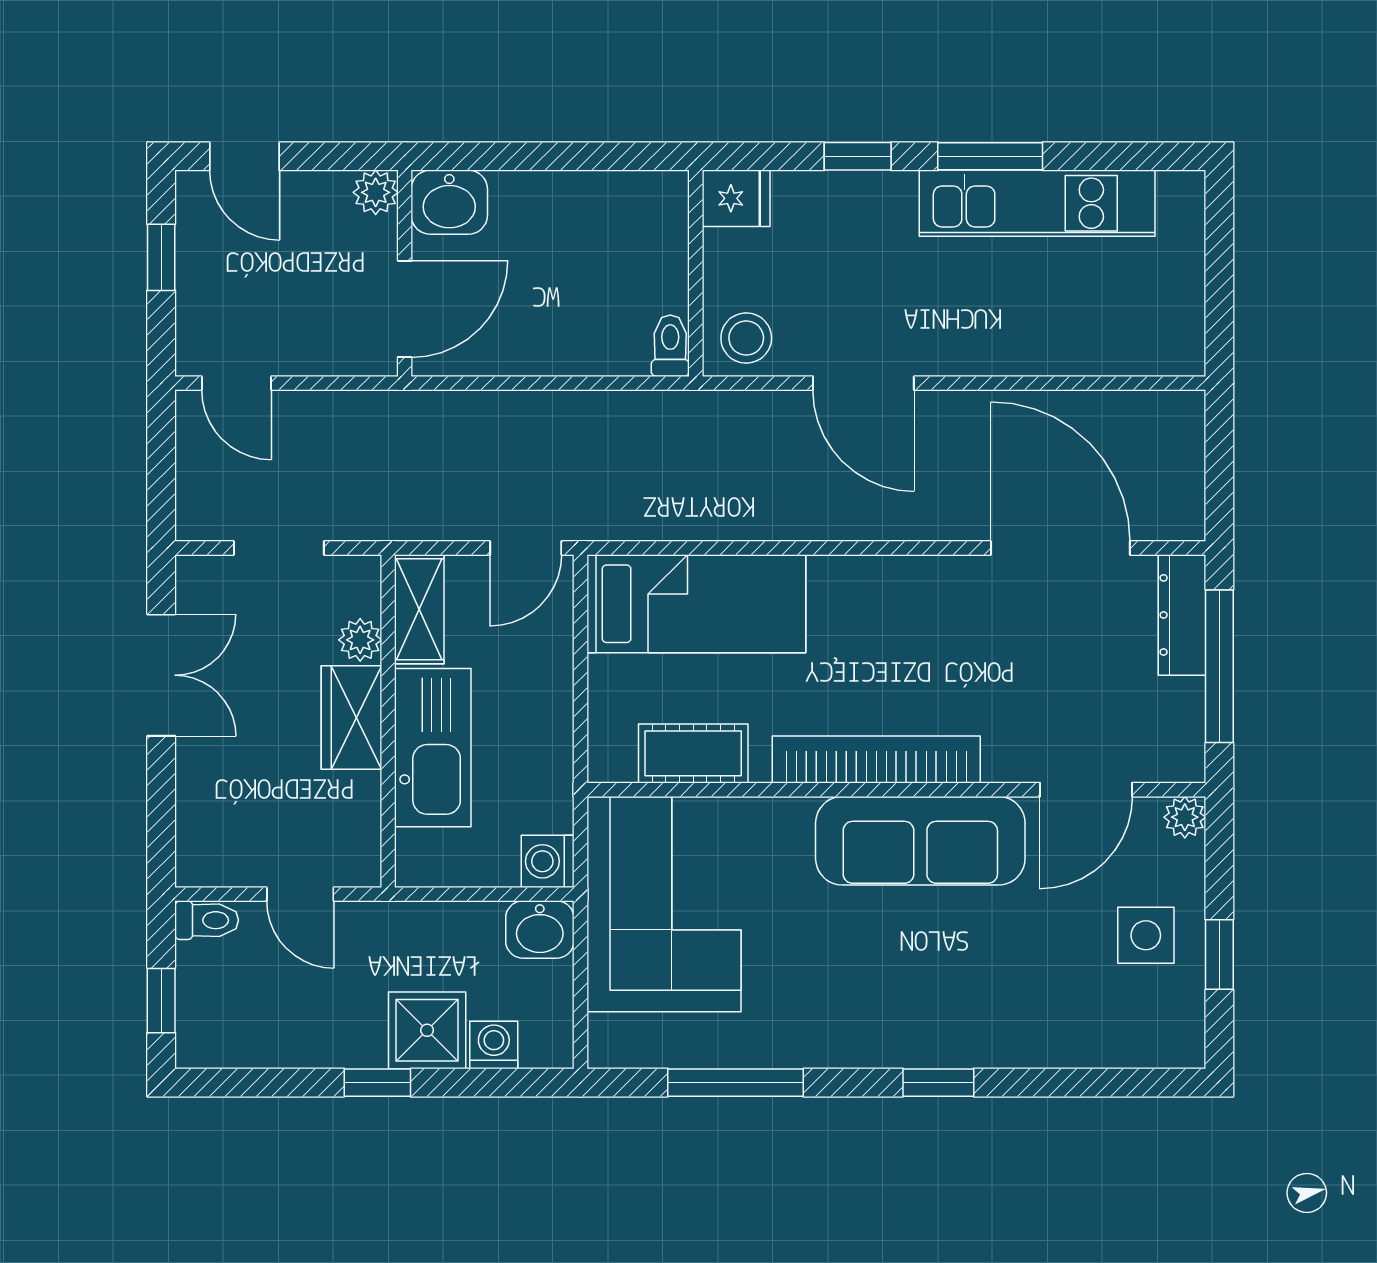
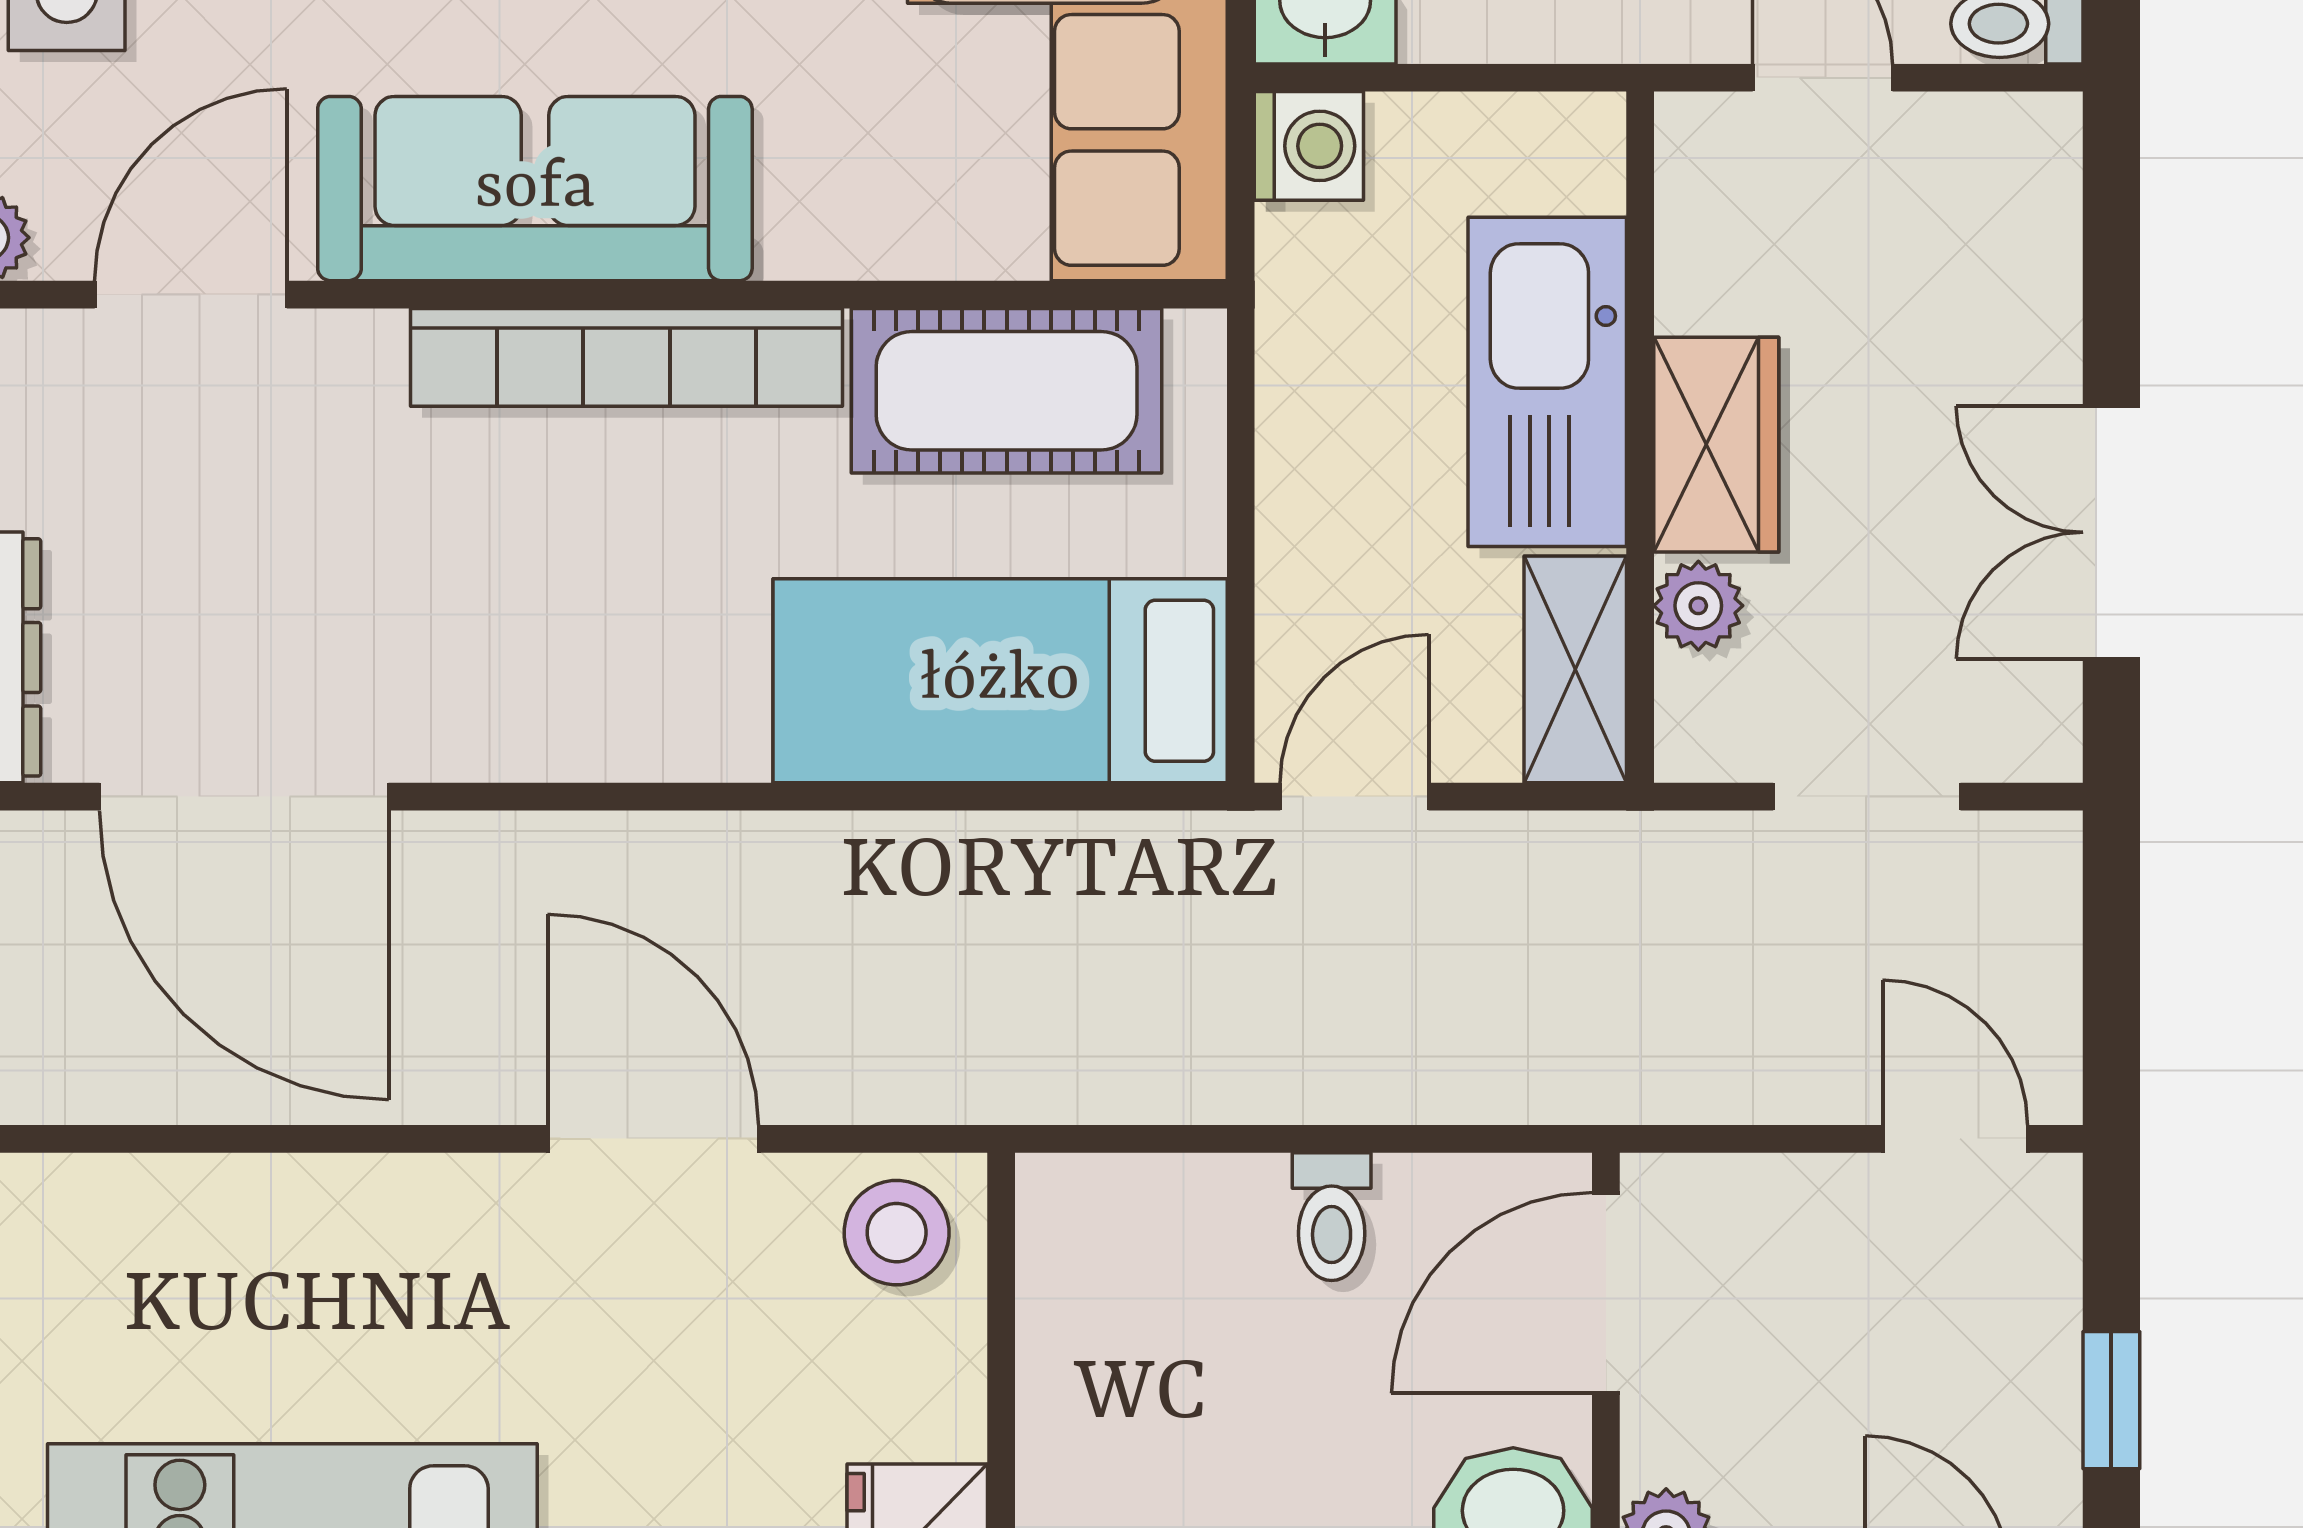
toilet: (670, 346) -> (1332, 1217), moved
cot: (693, 753) -> (1007, 391), width x1.37, depth x1.34

